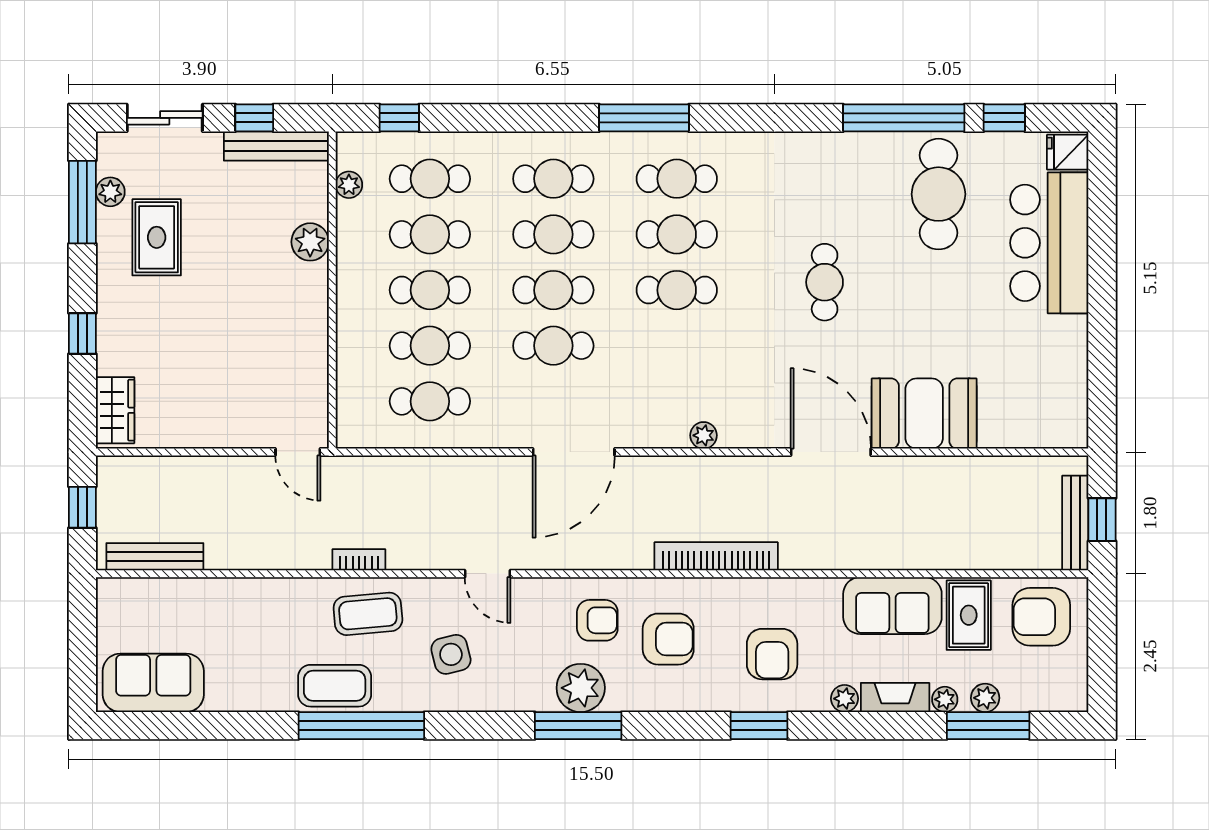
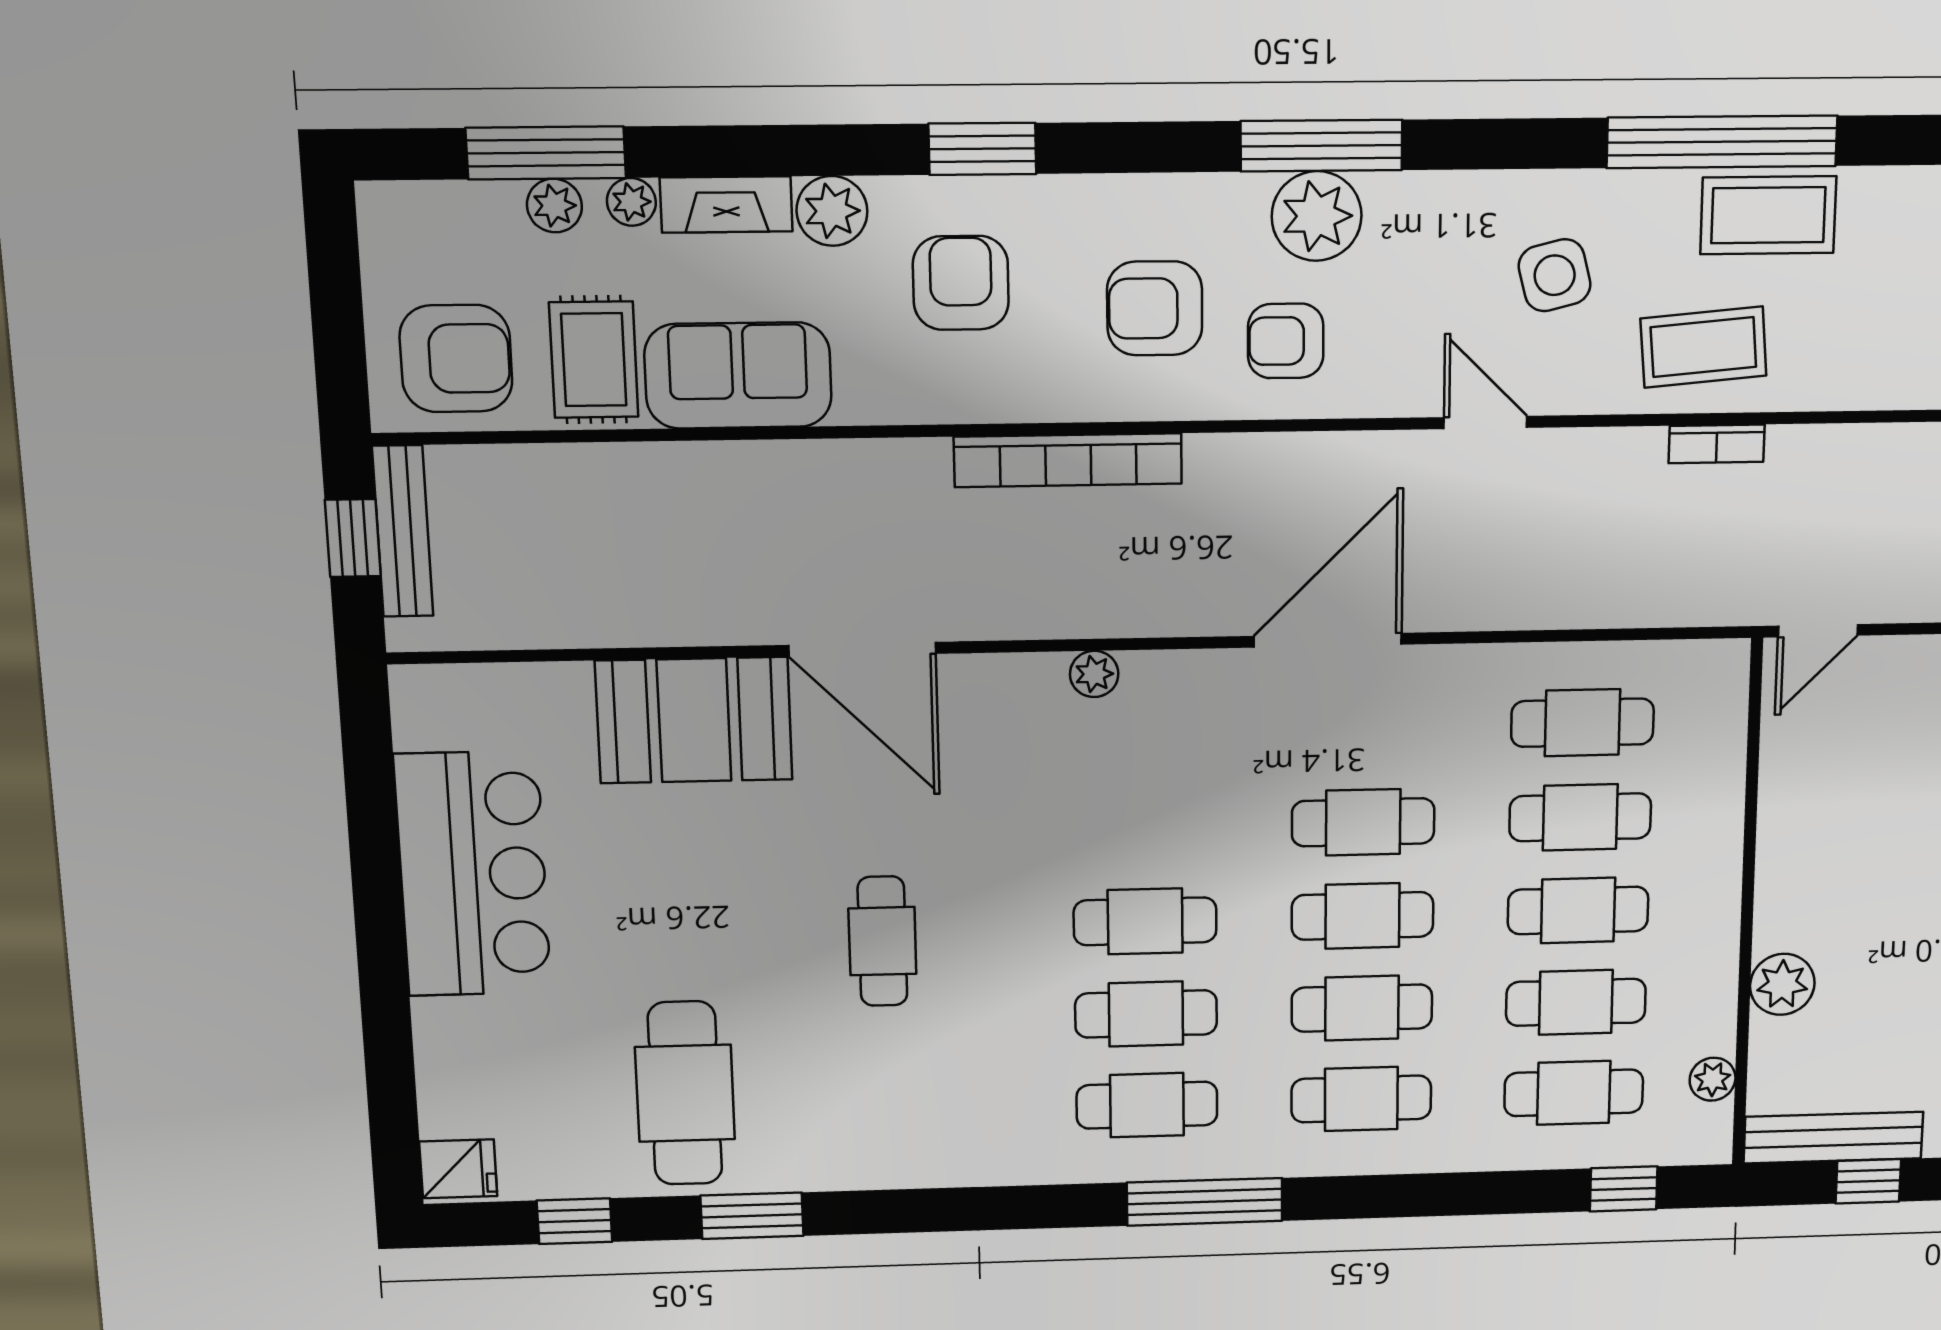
window: (904, 118) -> (752, 1216), width x0.47
bar counter: (1049, 243) -> (473, 874), moved
door: (298, 452) -> (1818, 631), swing flipped
plant: (845, 699) -> (832, 211), width x1.38, depth x1.38

